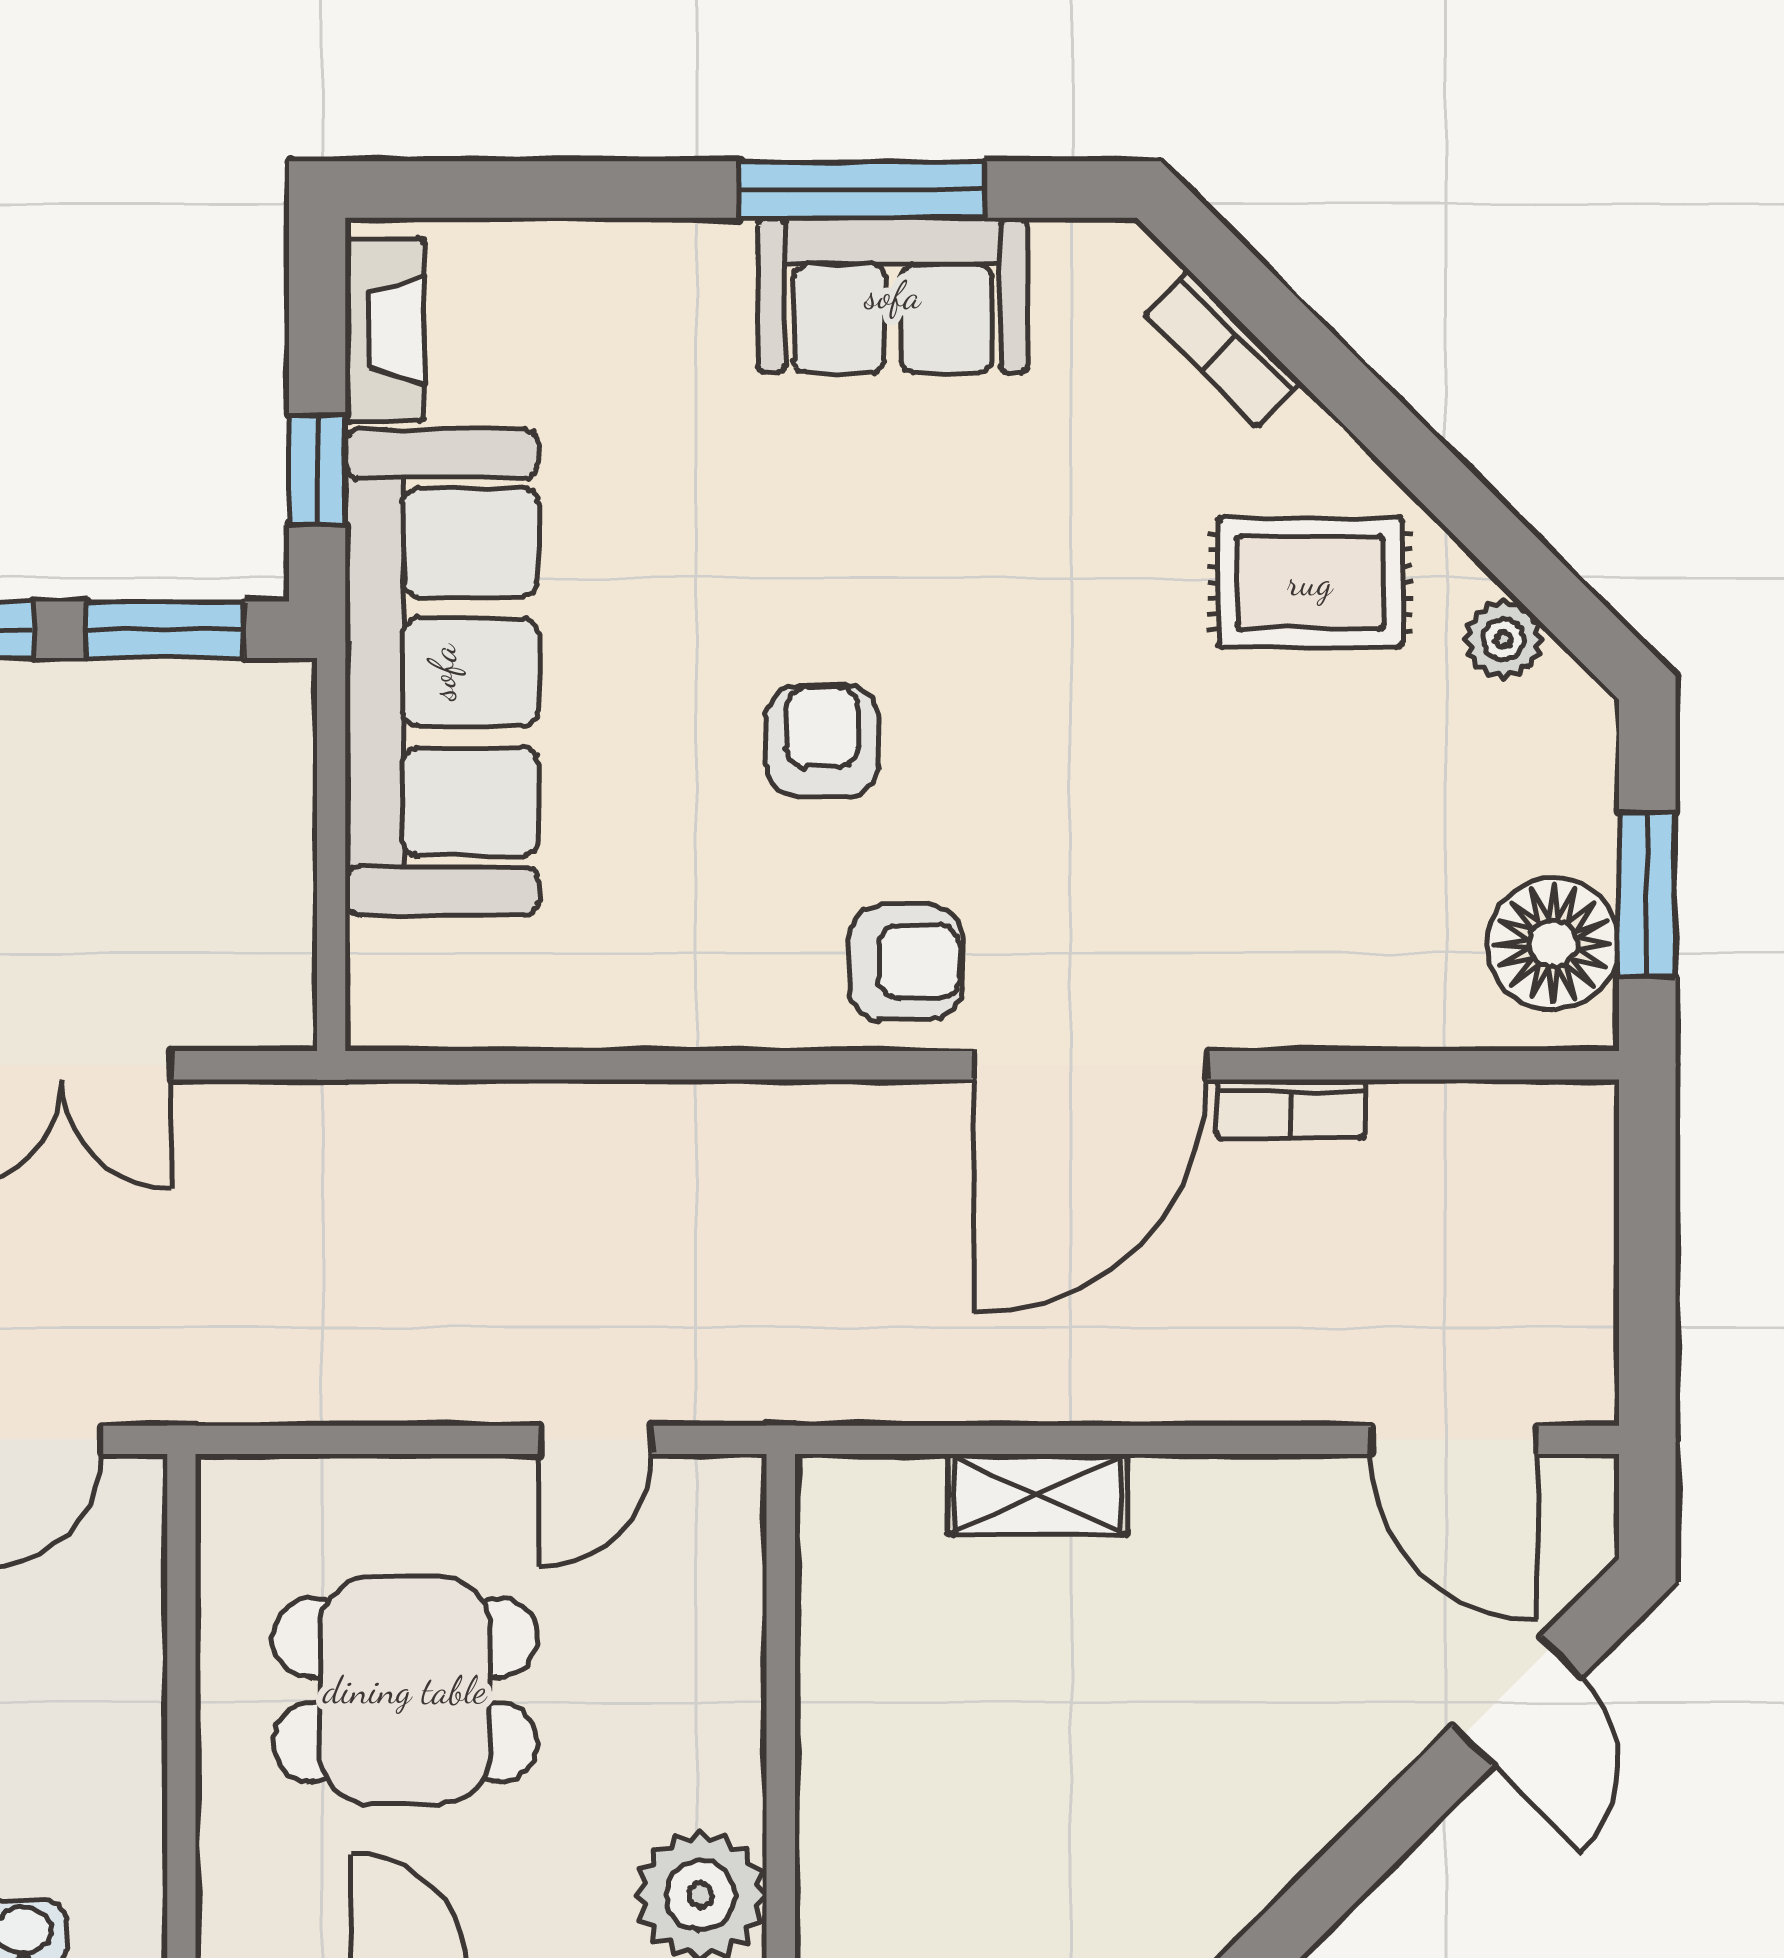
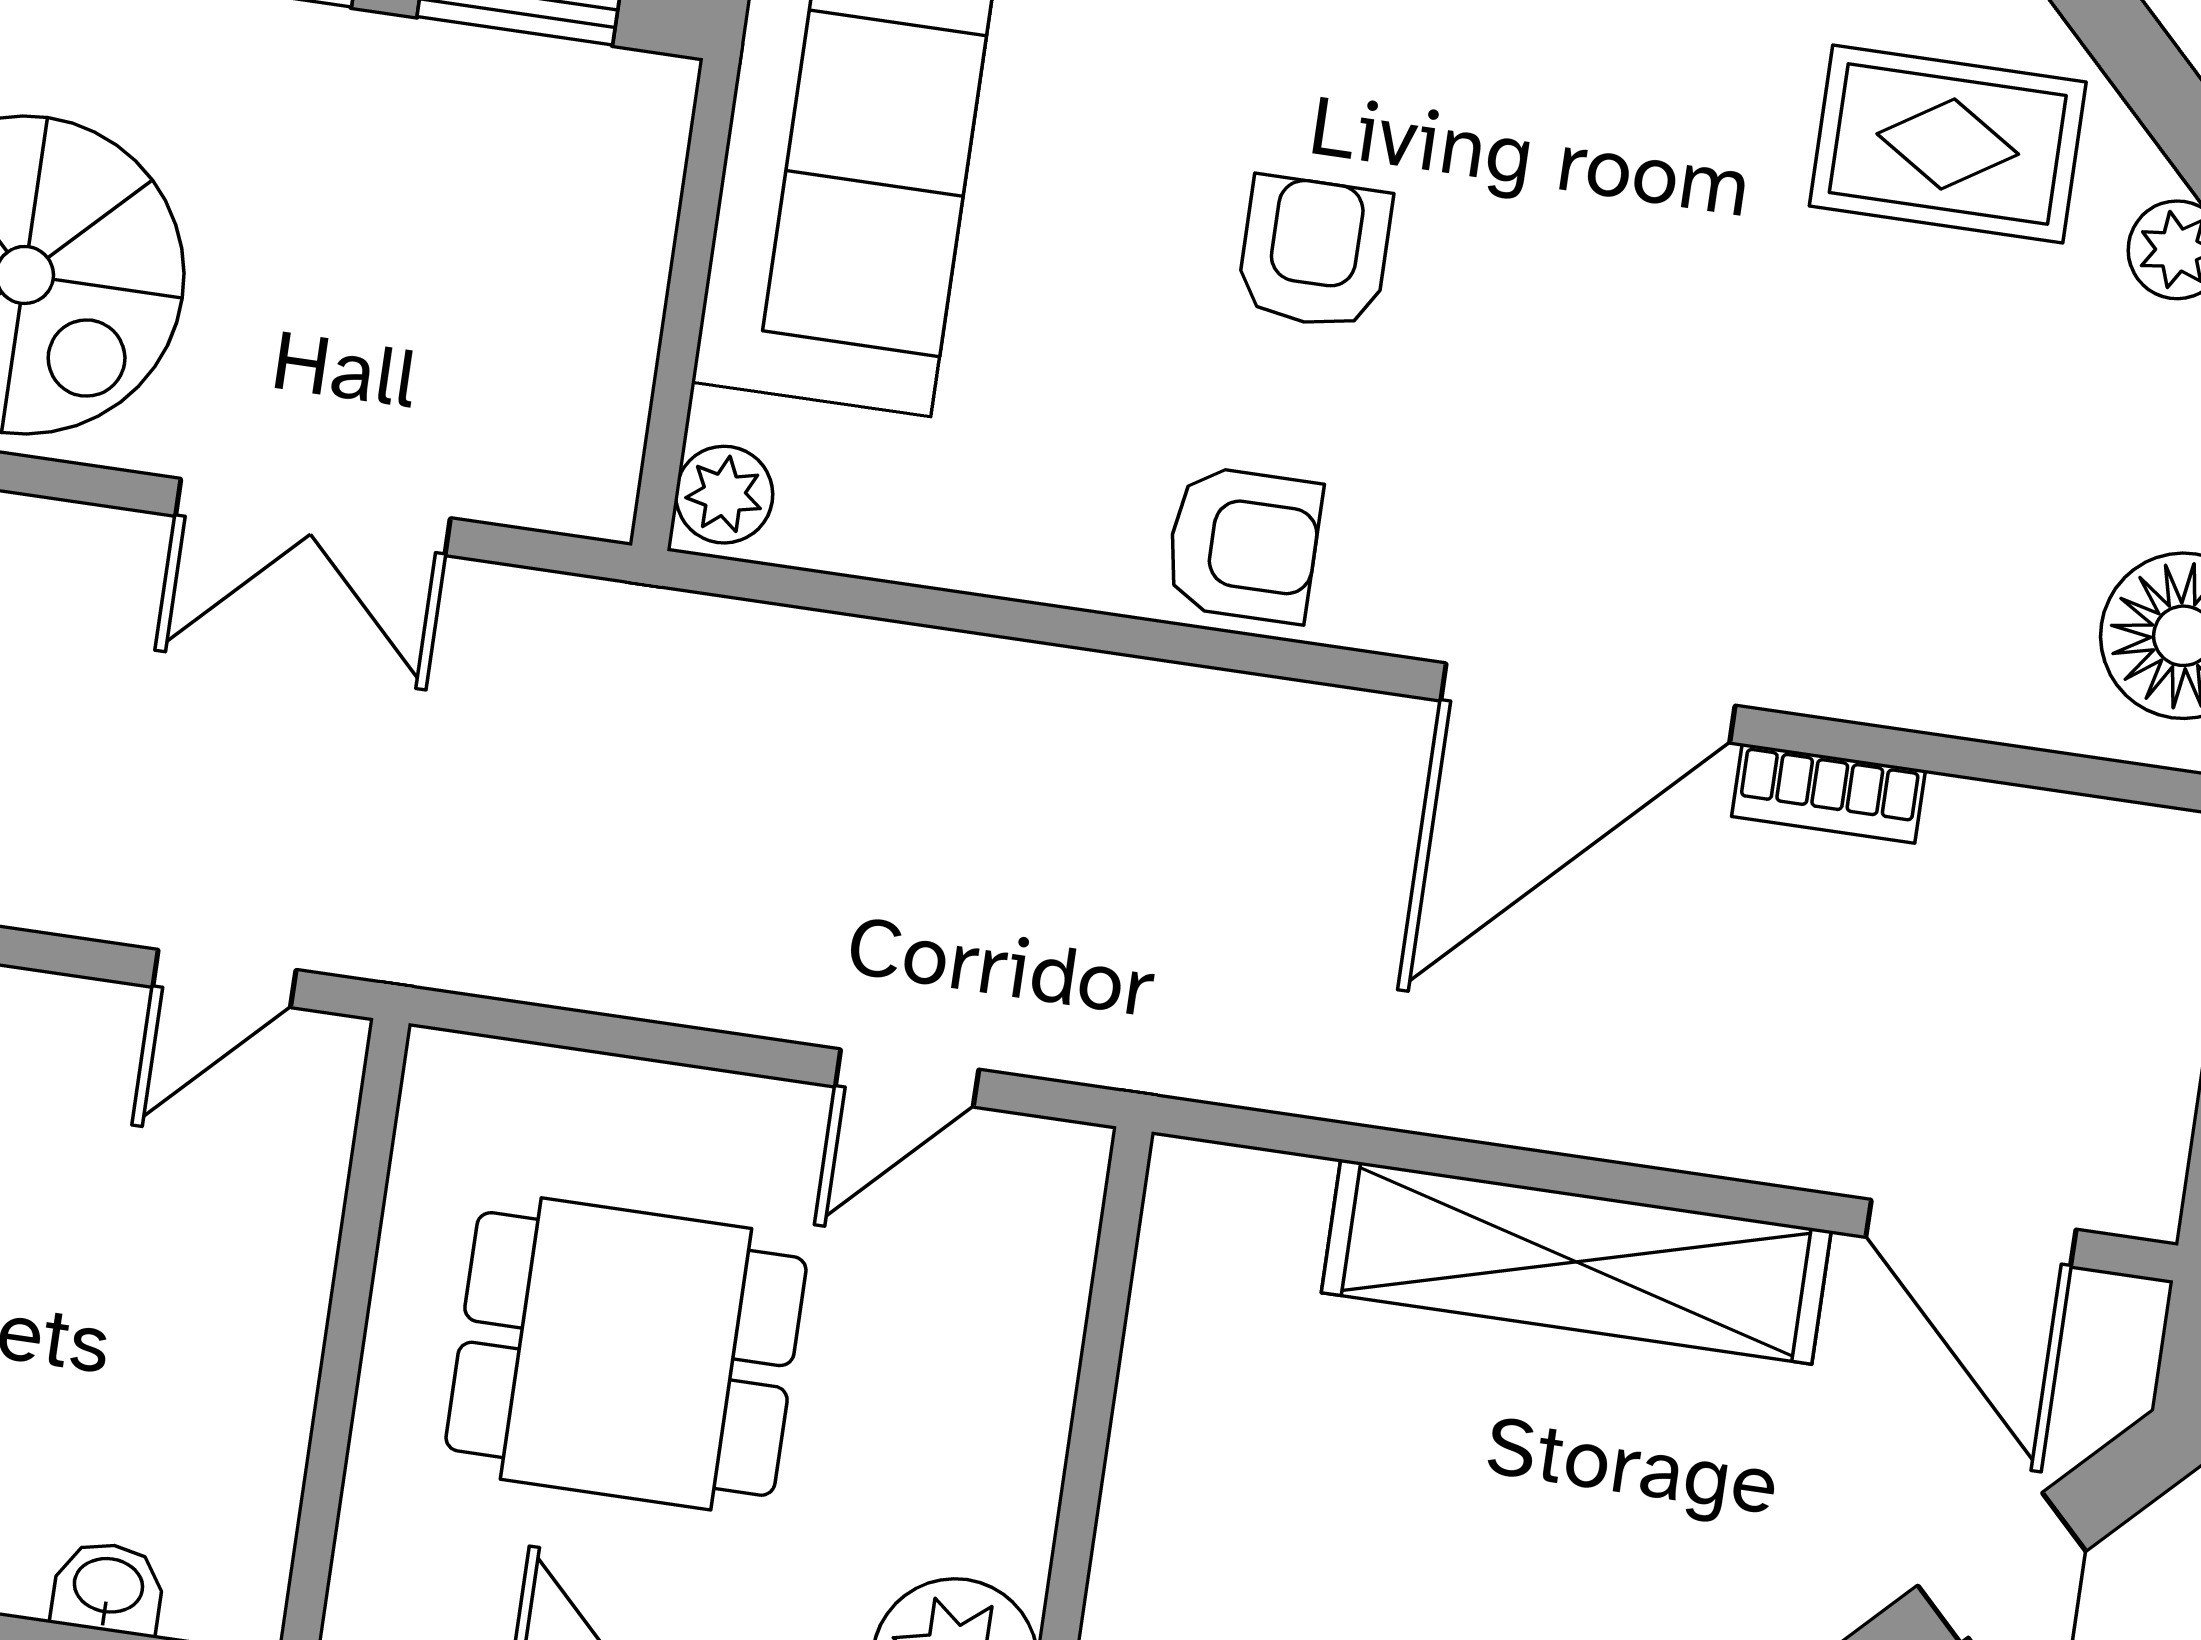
armchair: (906, 962) -> (1243, 544), moved
plant: (384, 1000) -> (724, 495), added
shelving: (1038, 1494) -> (1576, 1262), width x2.20, depth x1.33

